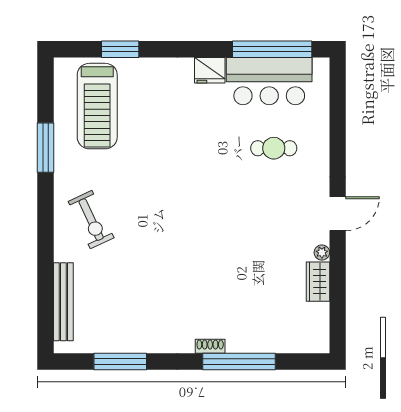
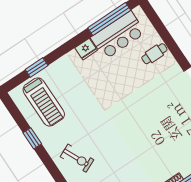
window: (45, 148) -> (32, 138), width x0.69
cafe table: (274, 148) -> (154, 54), moved

